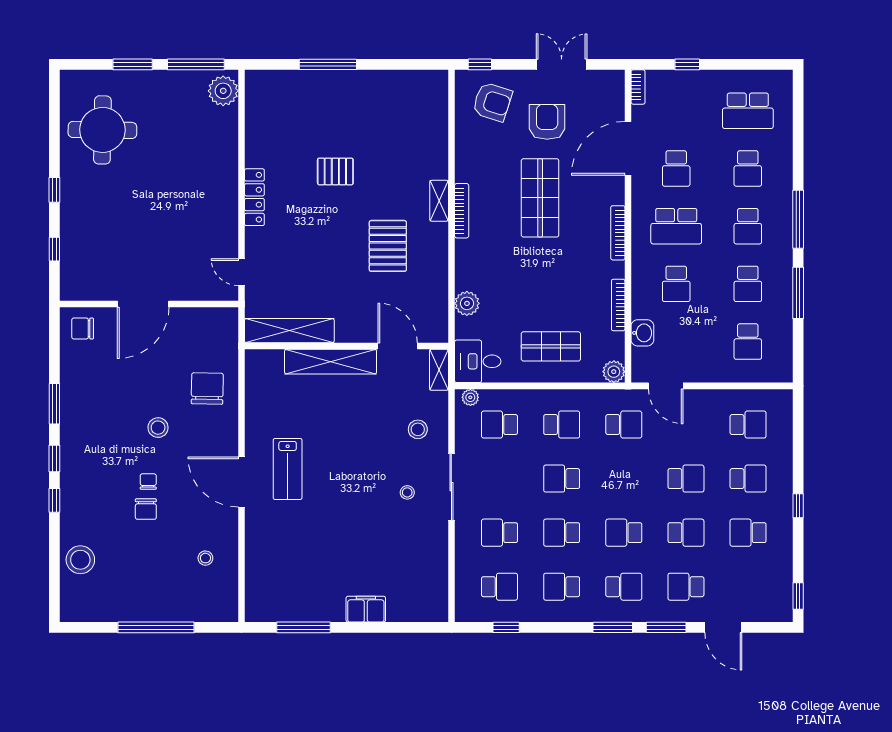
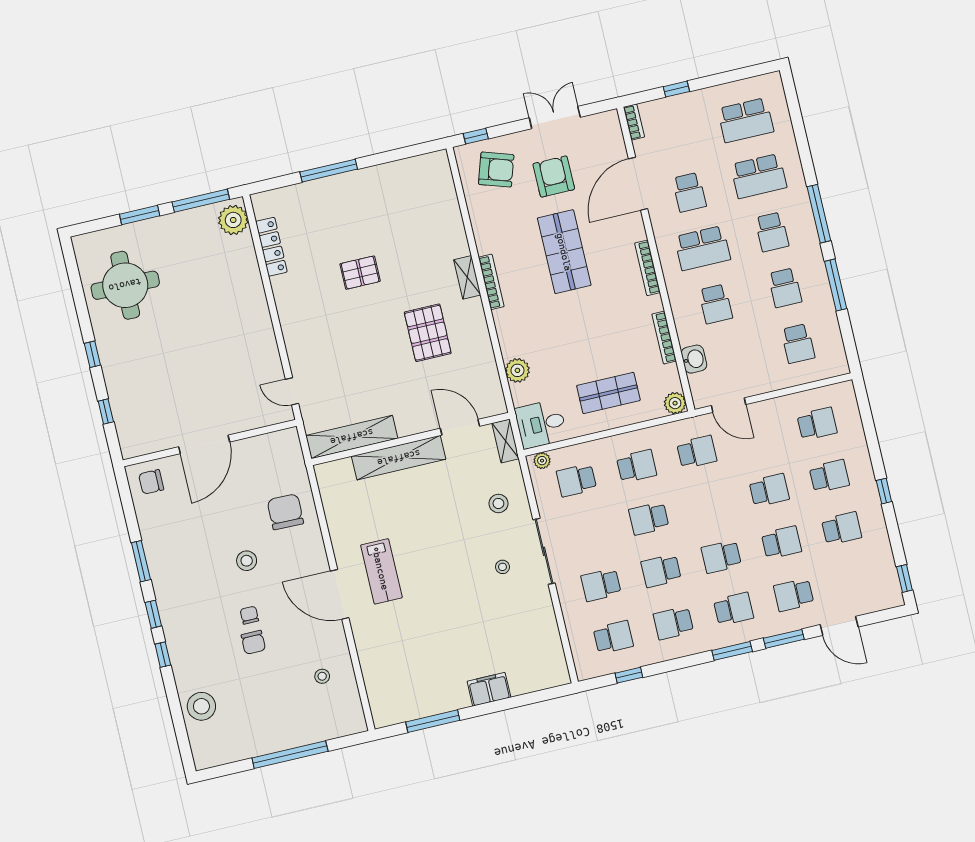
school desk: (748, 168) -> (759, 176), width x1.85
locker: (254, 197) -> (271, 247), moved
school desk: (748, 533) -> (842, 528), turned 180

